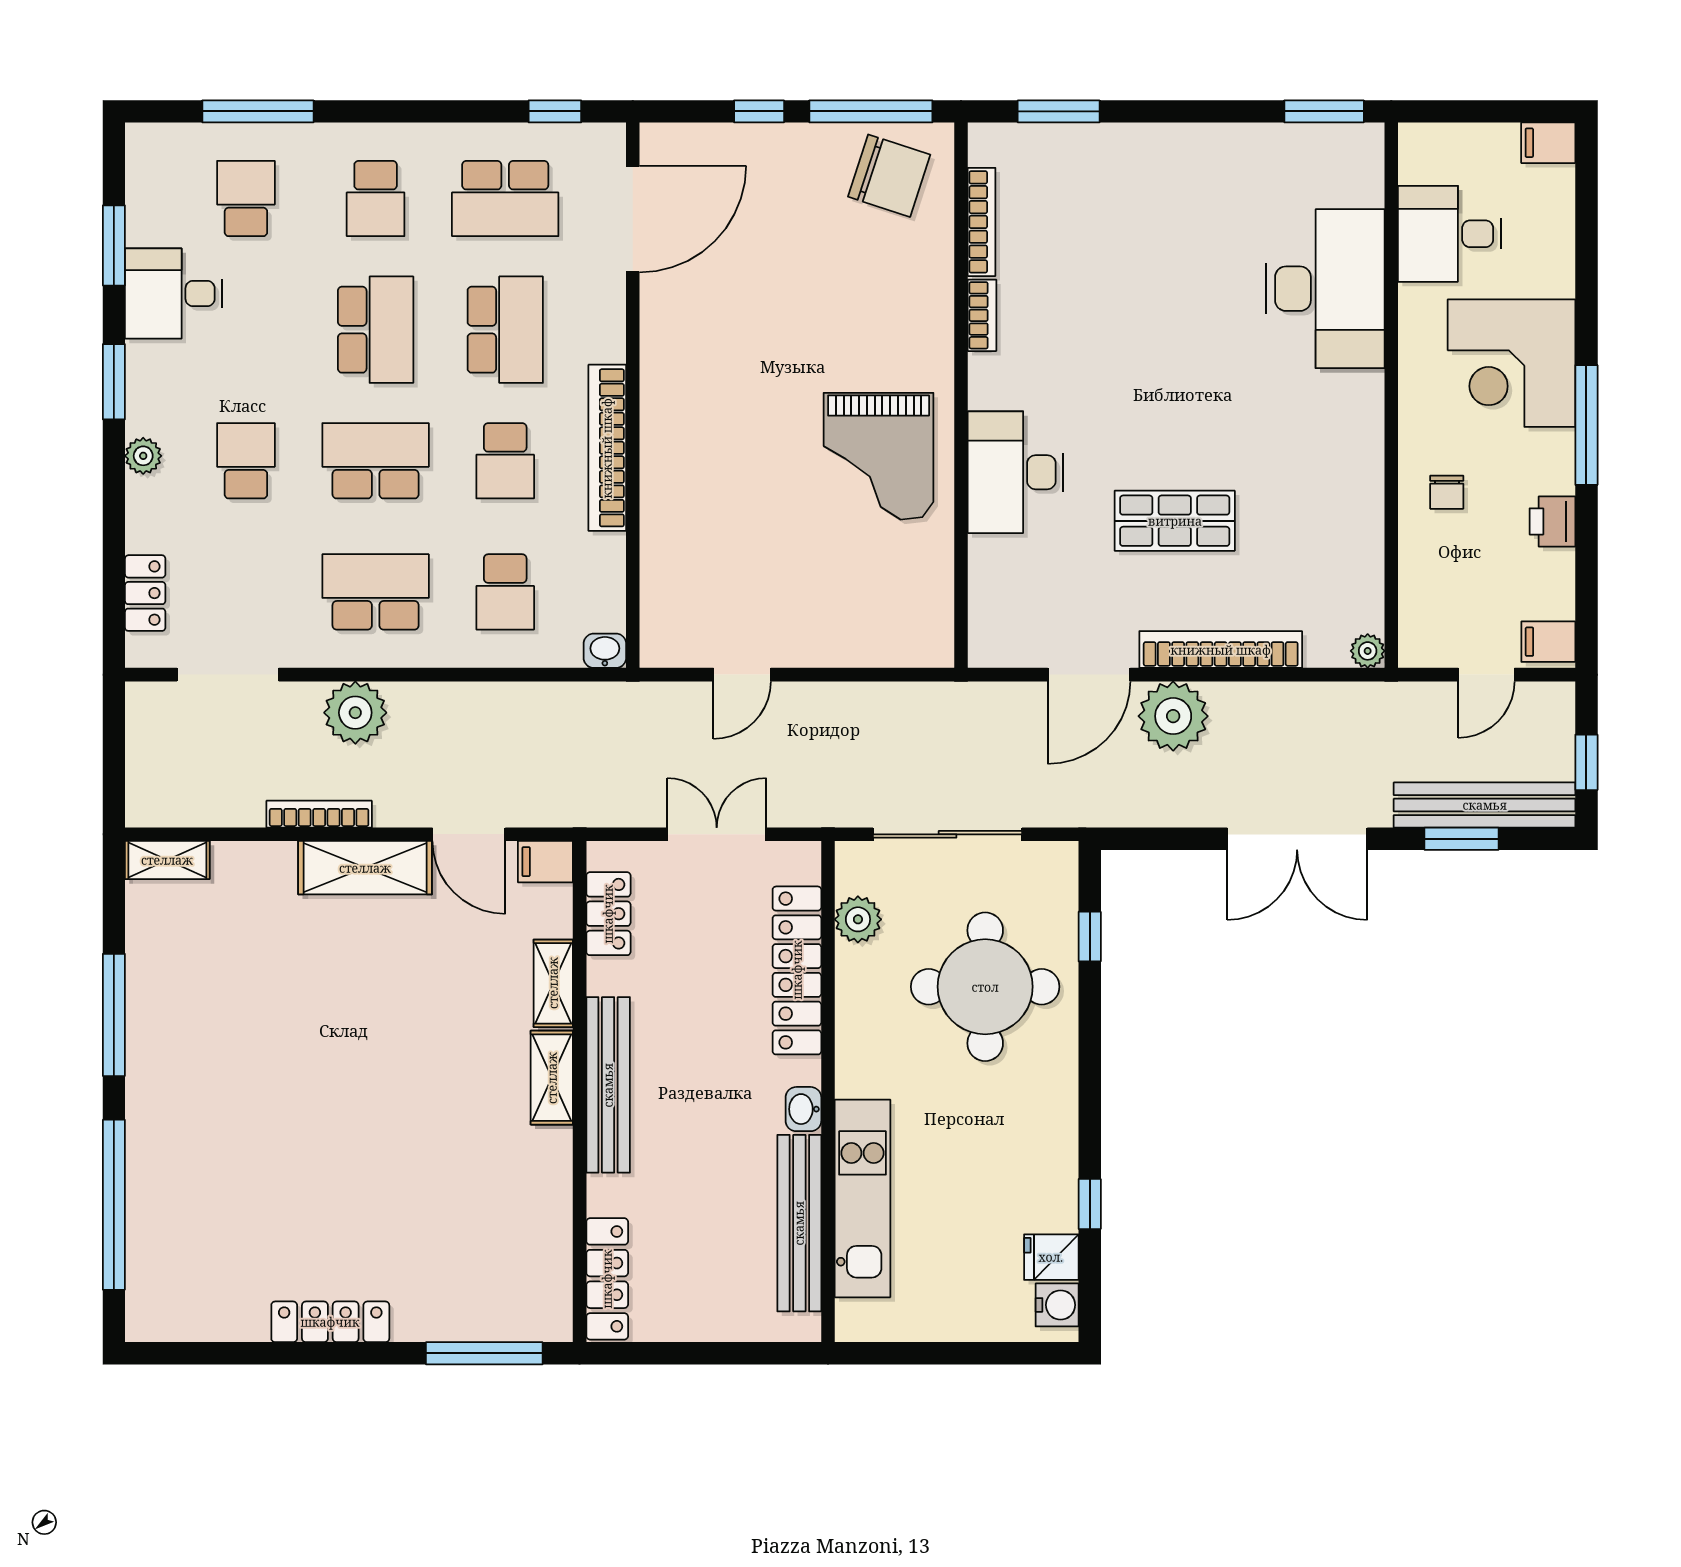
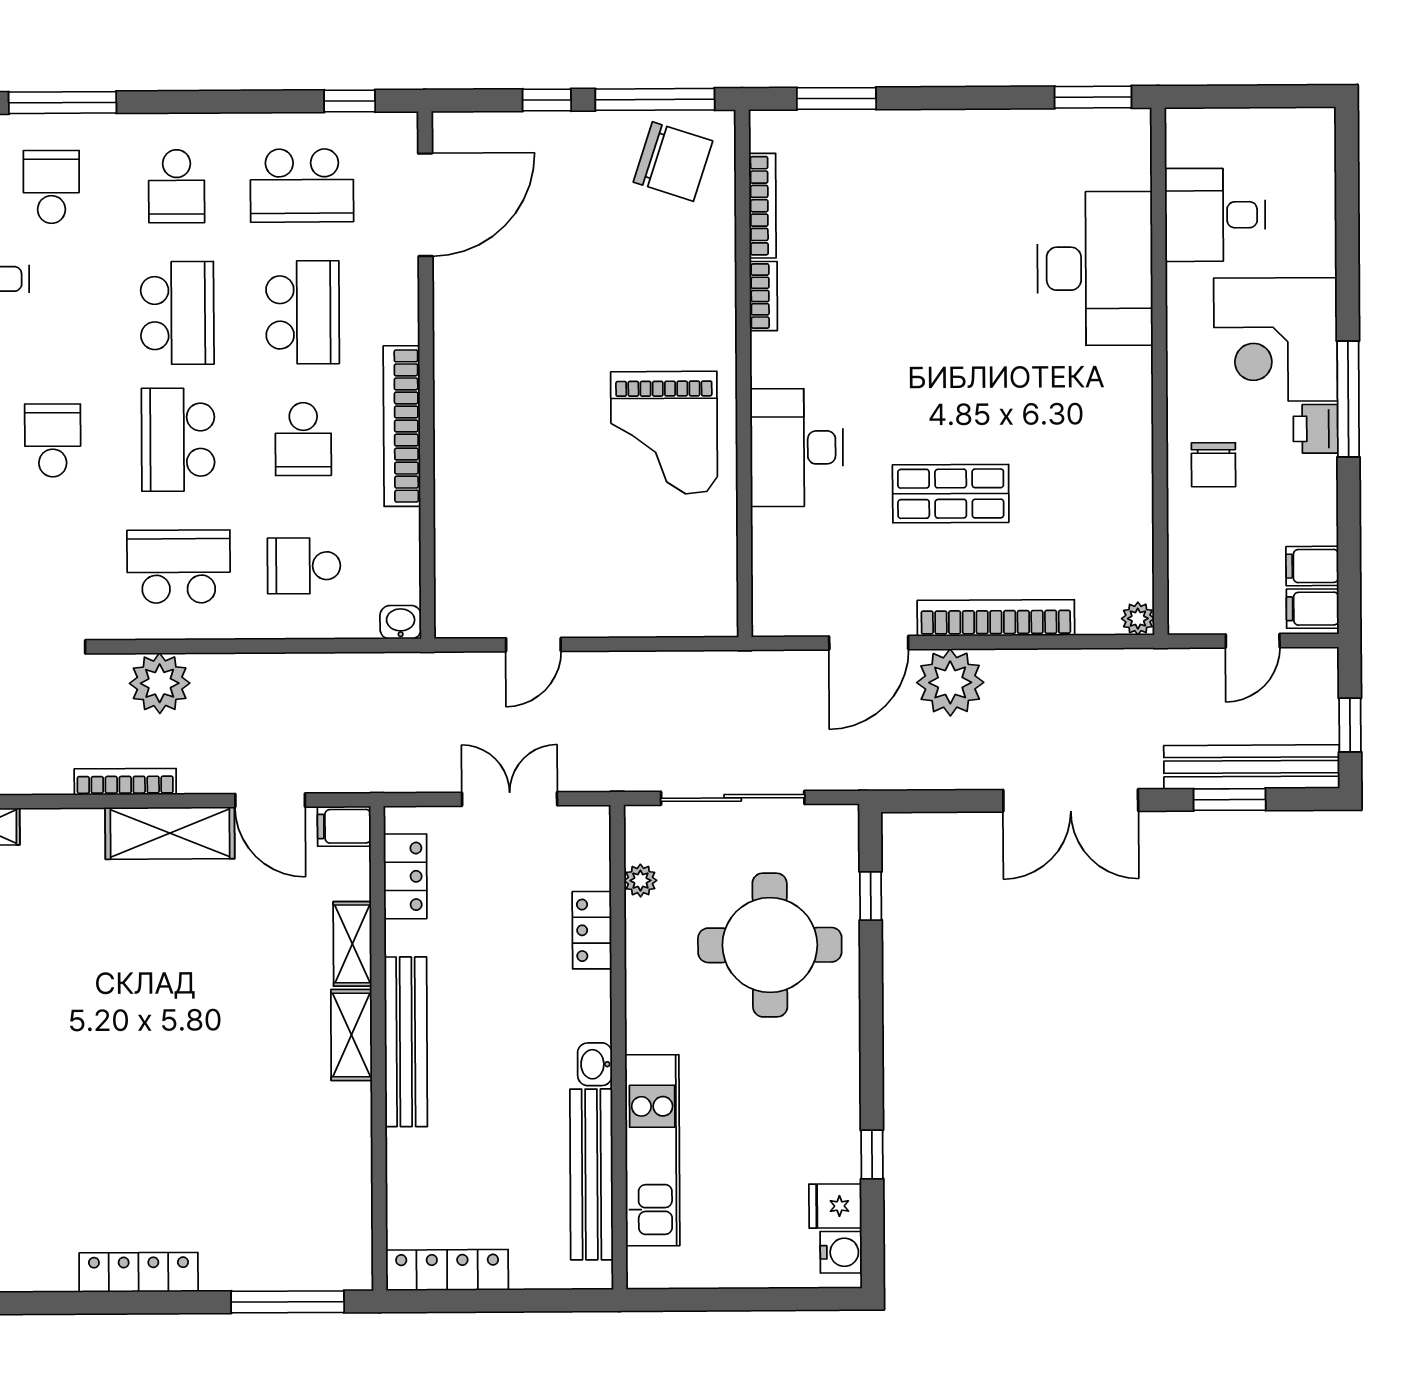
filing cabinet: (1548, 143) -> (1312, 566), moved
school desk: (376, 461) -> (178, 440), turned -90
chair: (1447, 492) -> (1214, 465), width x1.37, depth x1.37
printer: (1552, 521) -> (1316, 429), moved
school desk: (505, 592) -> (304, 566), turned 90
plant: (858, 919) -> (640, 881), width x0.73, depth x0.73
locker: (797, 970) -> (592, 930), width x0.46, depth x0.83
locker: (607, 1279) -> (447, 1270), moved, turned -90

